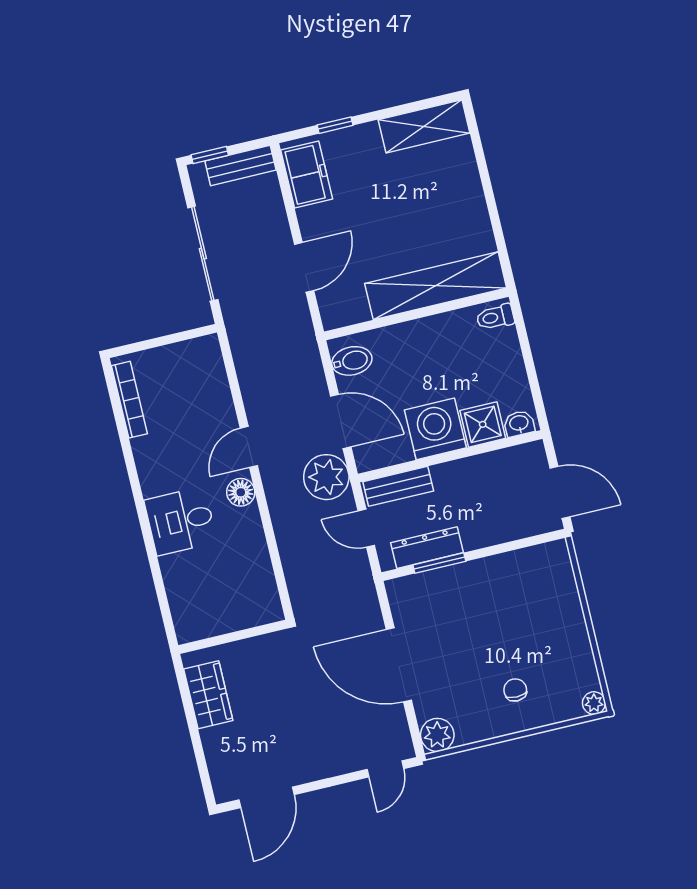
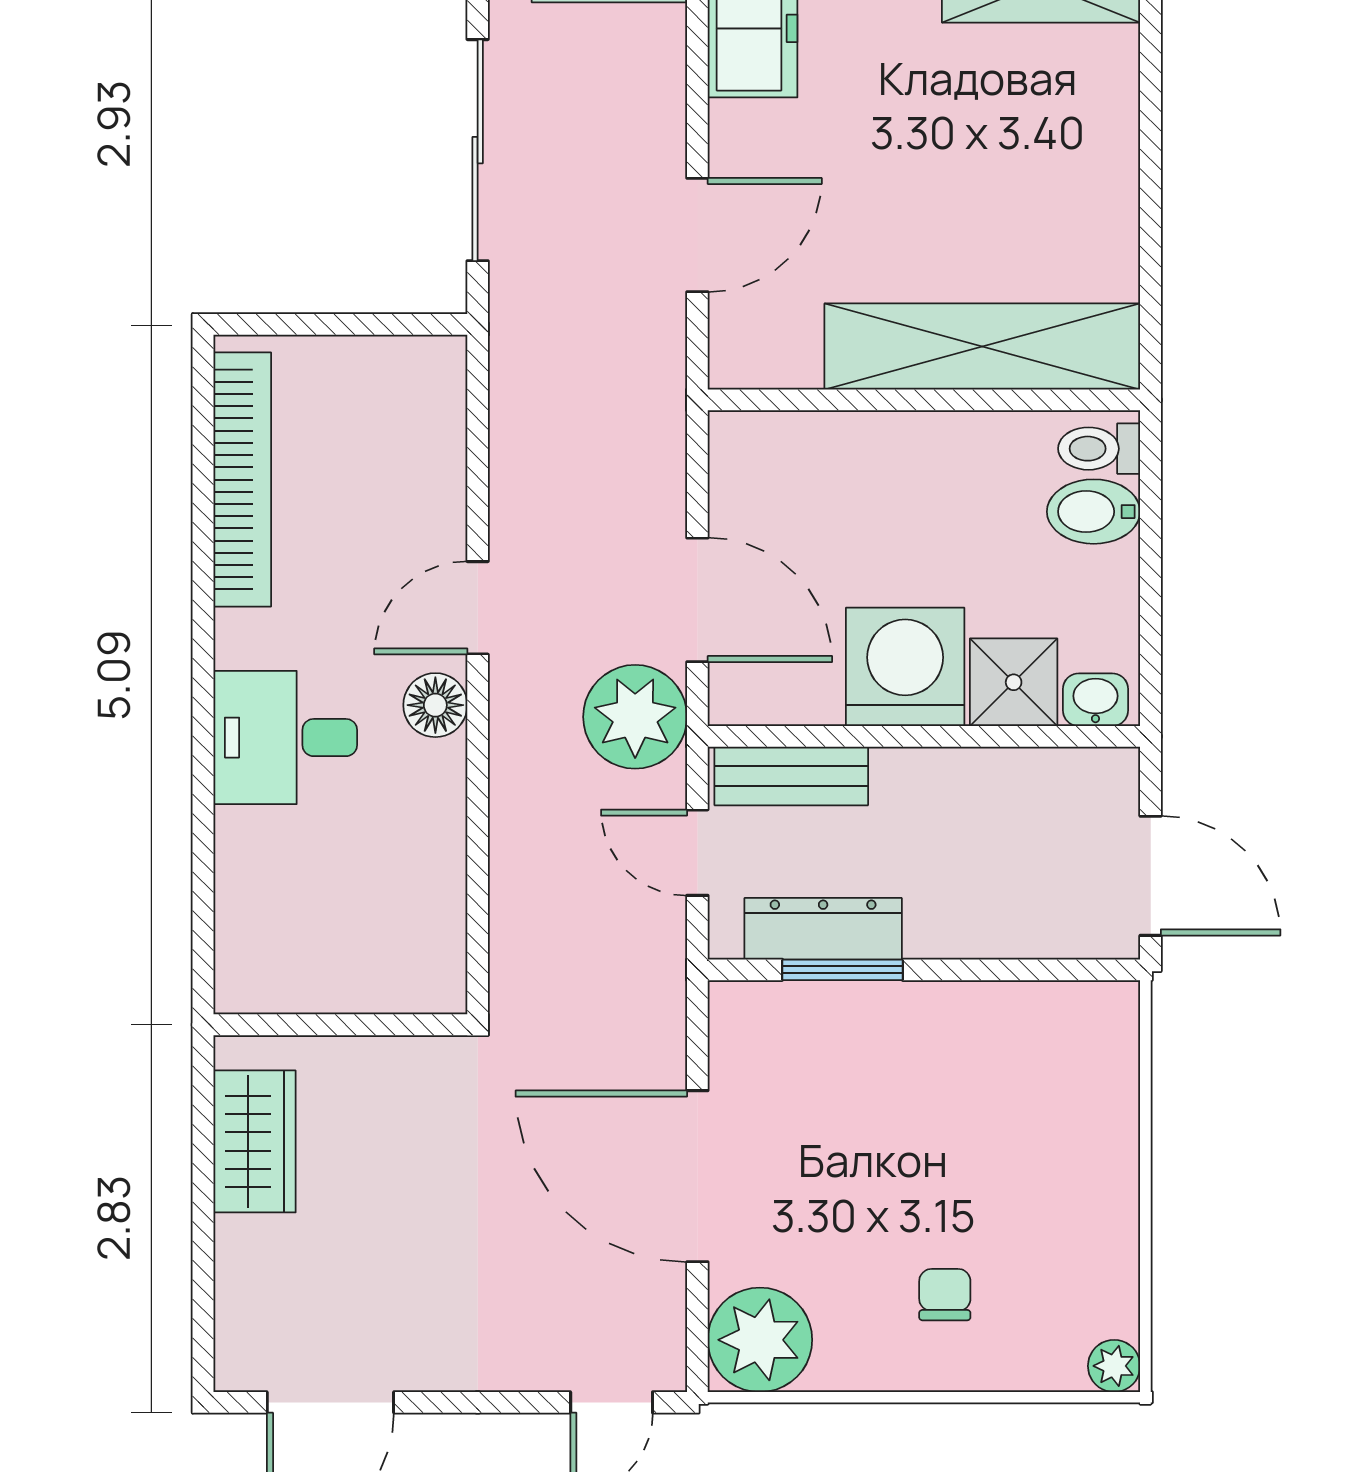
bidet: (352, 361) -> (1094, 512), moved, turned 180
bookcase: (129, 400) -> (242, 480), width x1.48, depth x1.31
plant: (437, 735) -> (760, 1340), width x1.36, depth x1.36

